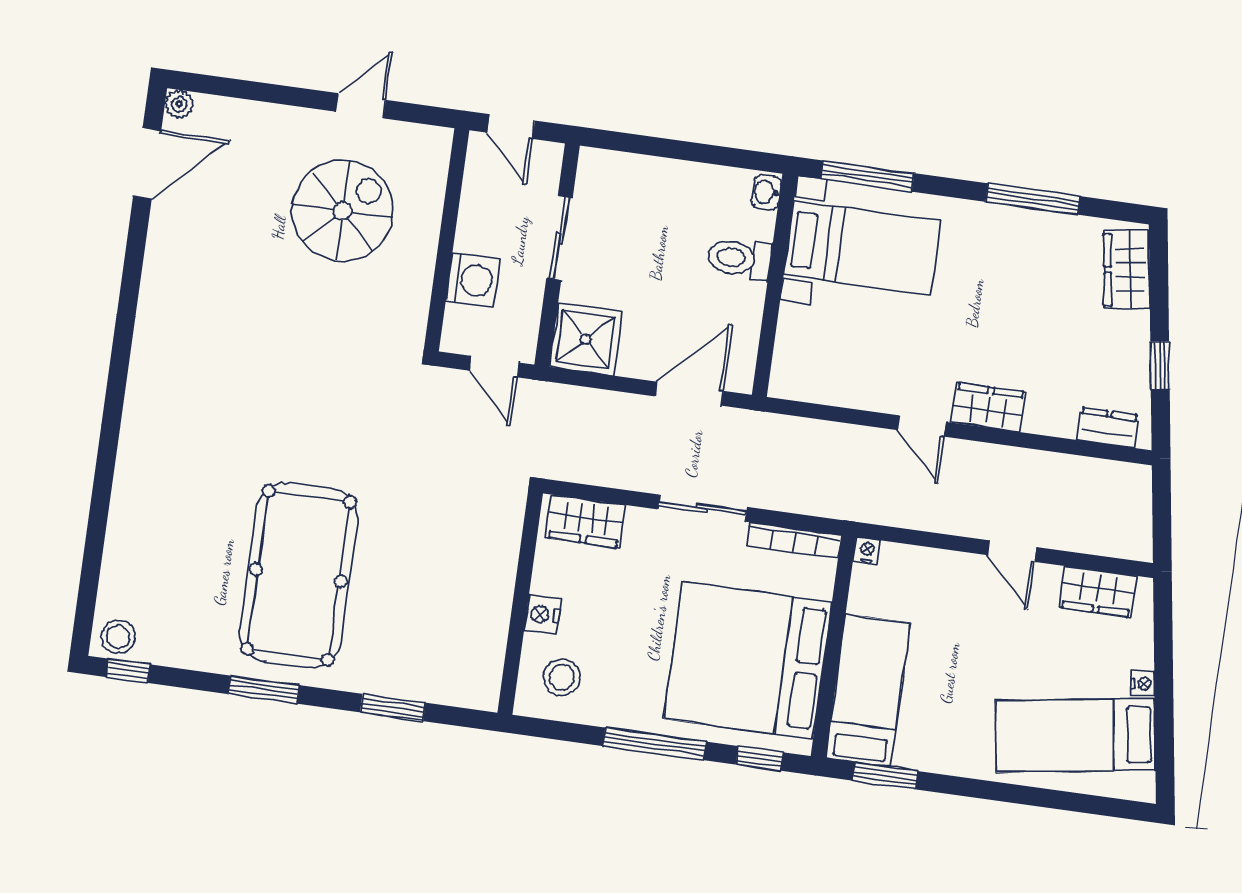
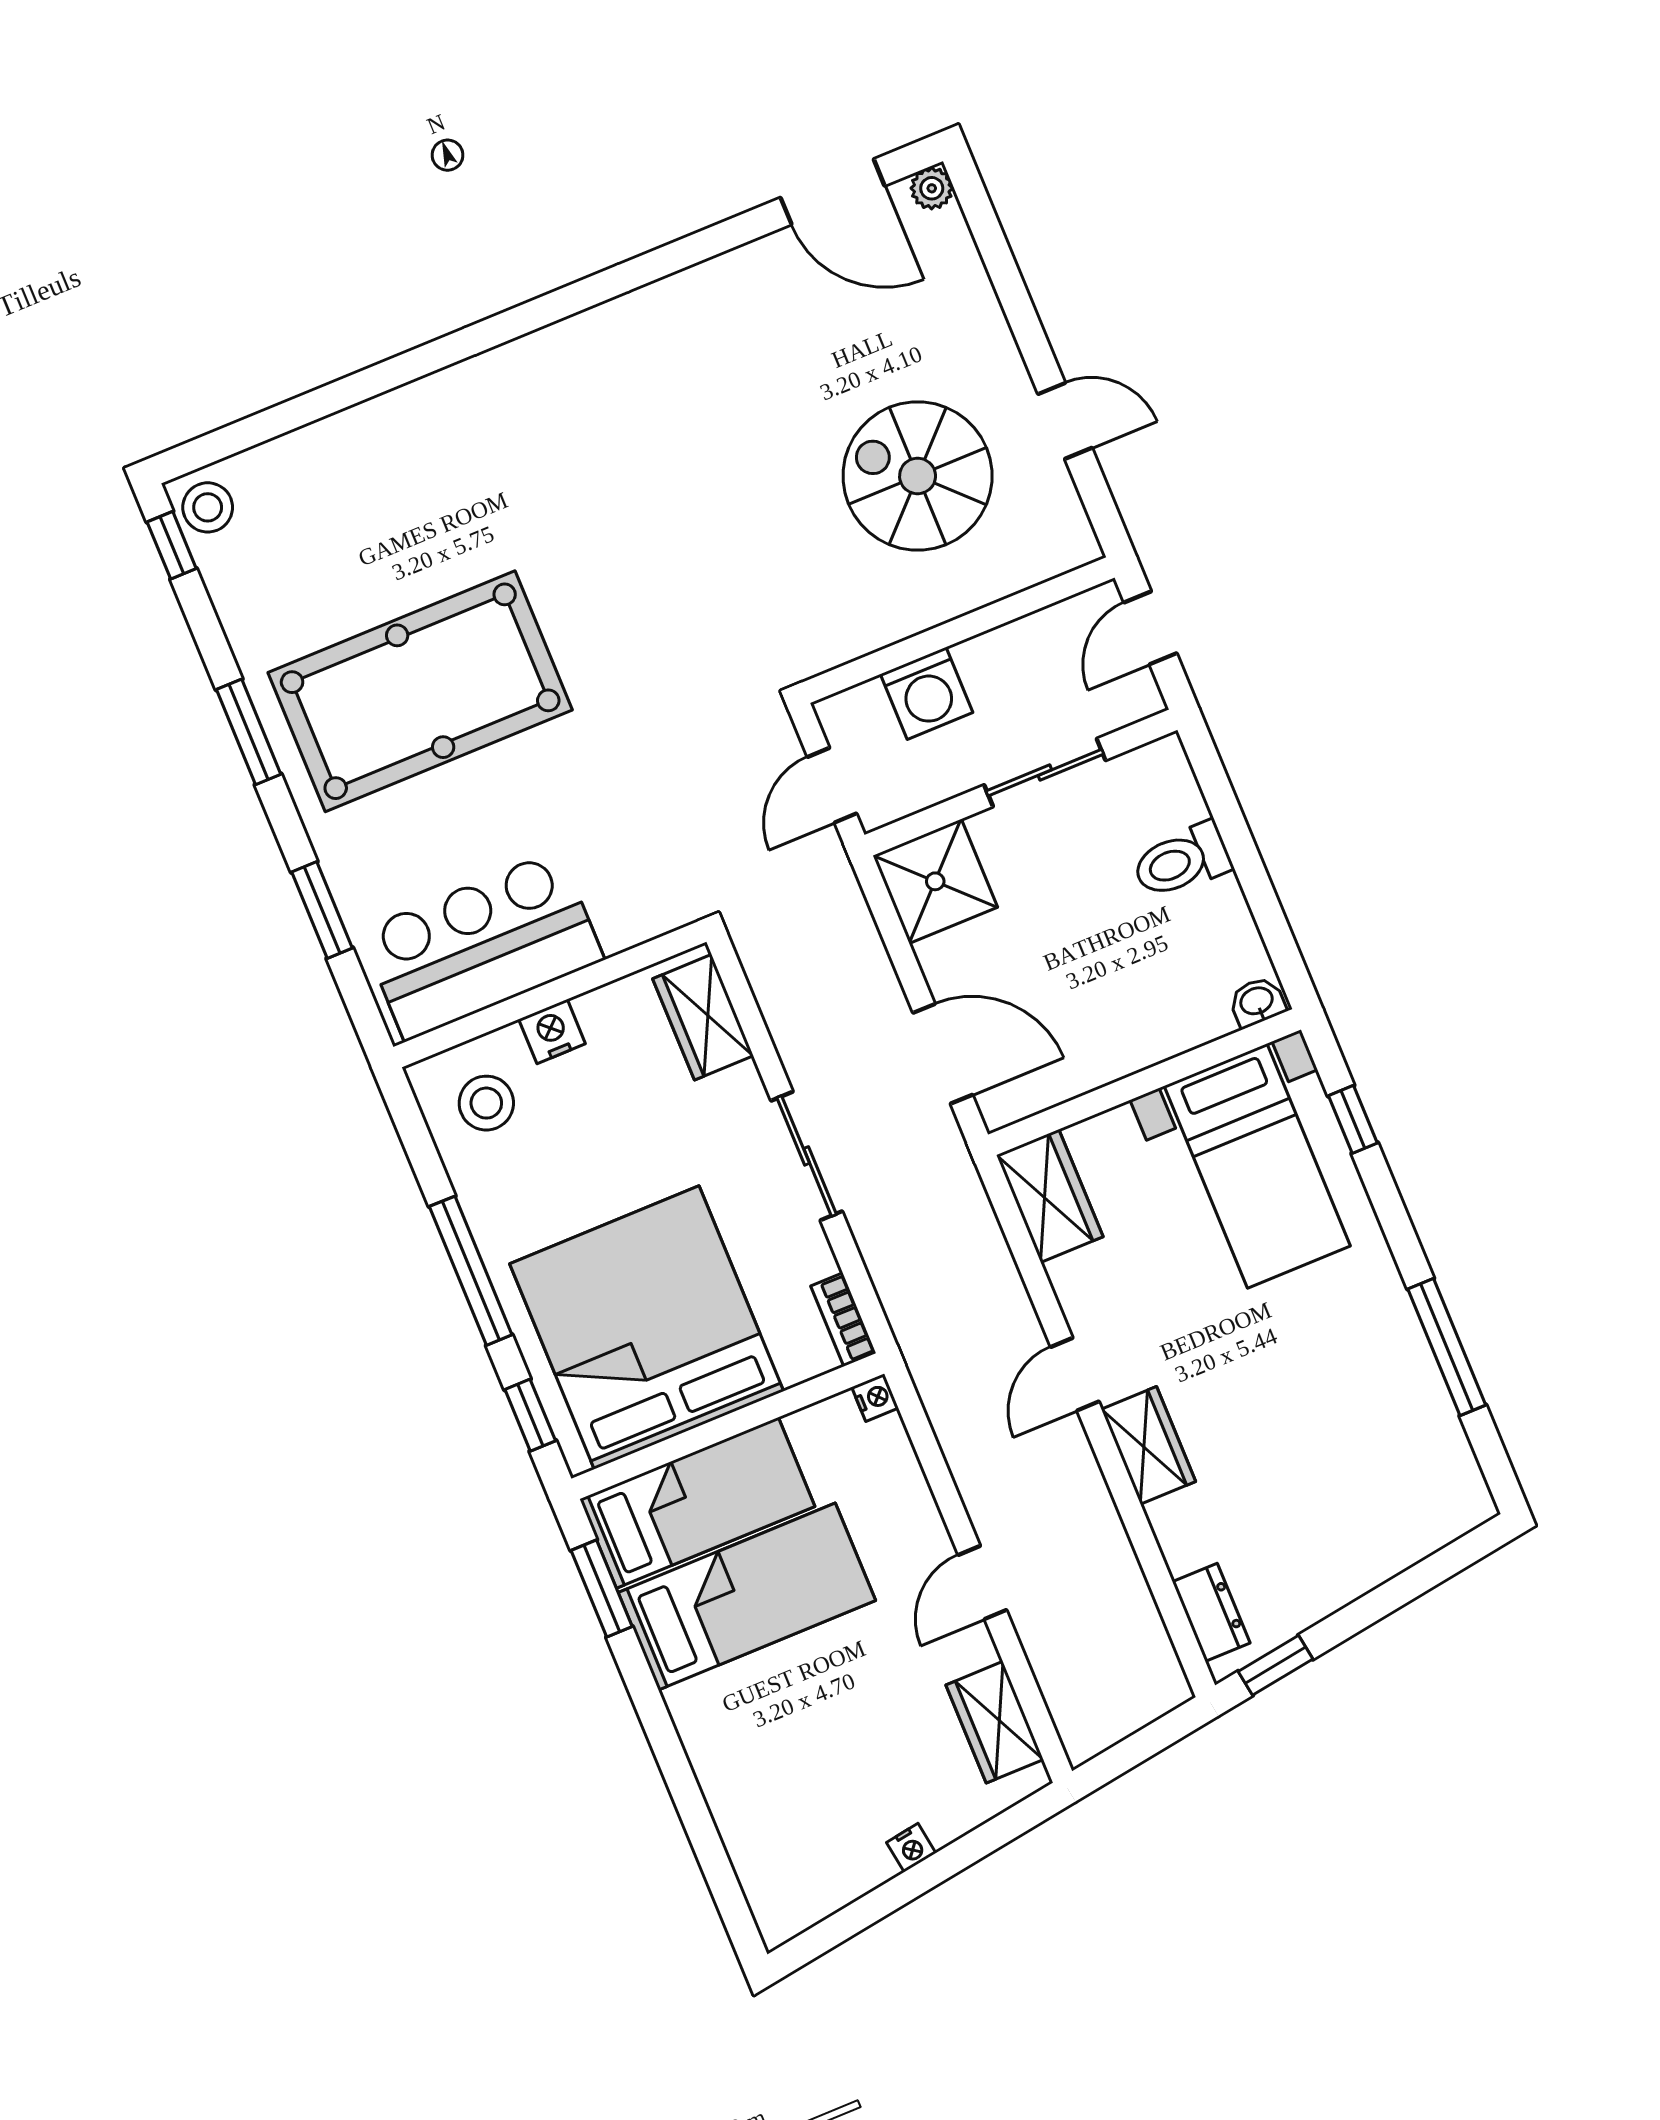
window: (868, 176) -> (1353, 1119), width x0.46
spiral stairs: (343, 211) -> (918, 476), turned 180
toilet: (739, 258) -> (1182, 861), moved, turned -90
wardrobe: (1127, 270) -> (1050, 1196), moved, turned 99
window: (1160, 365) -> (1275, 1665), moved
bookcase: (794, 540) -> (843, 1320), width x0.64
bar counter: (468, 626) -> (482, 945), added
bed: (1076, 736) -> (747, 1597), moved, turned 99

